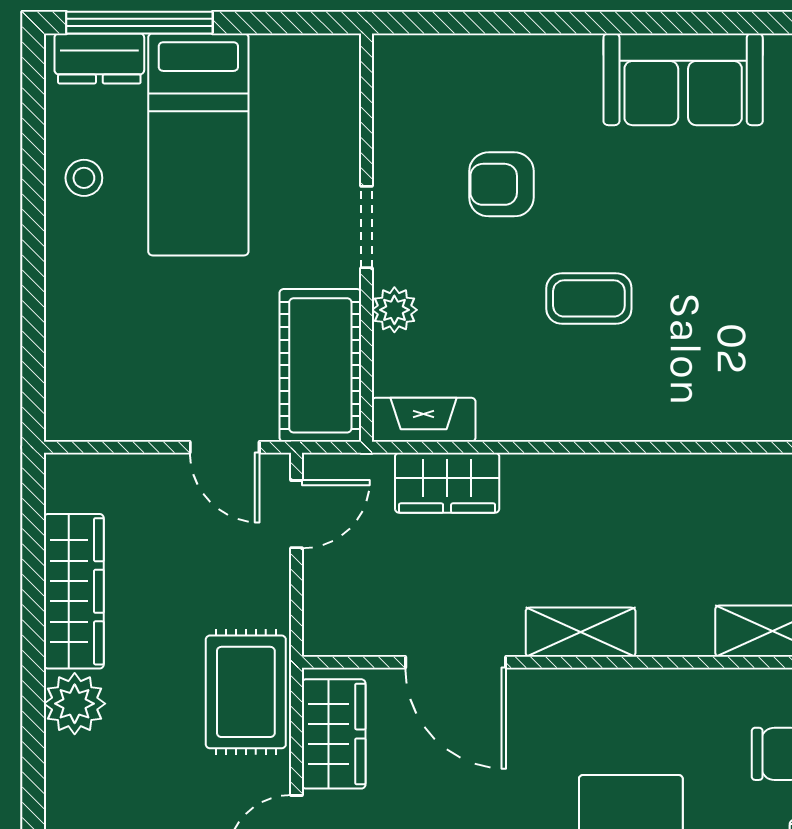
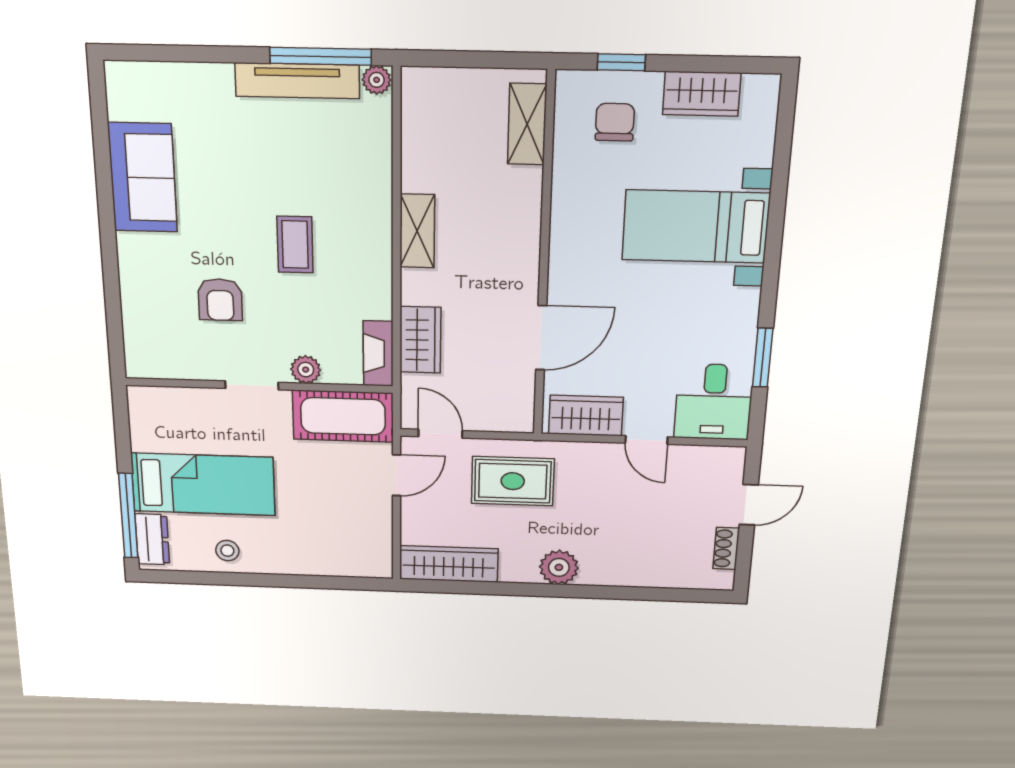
wardrobe: (74, 591) -> (449, 564), moved
shelving: (581, 632) -> (417, 231), moved
rug: (246, 692) -> (513, 481), moved

